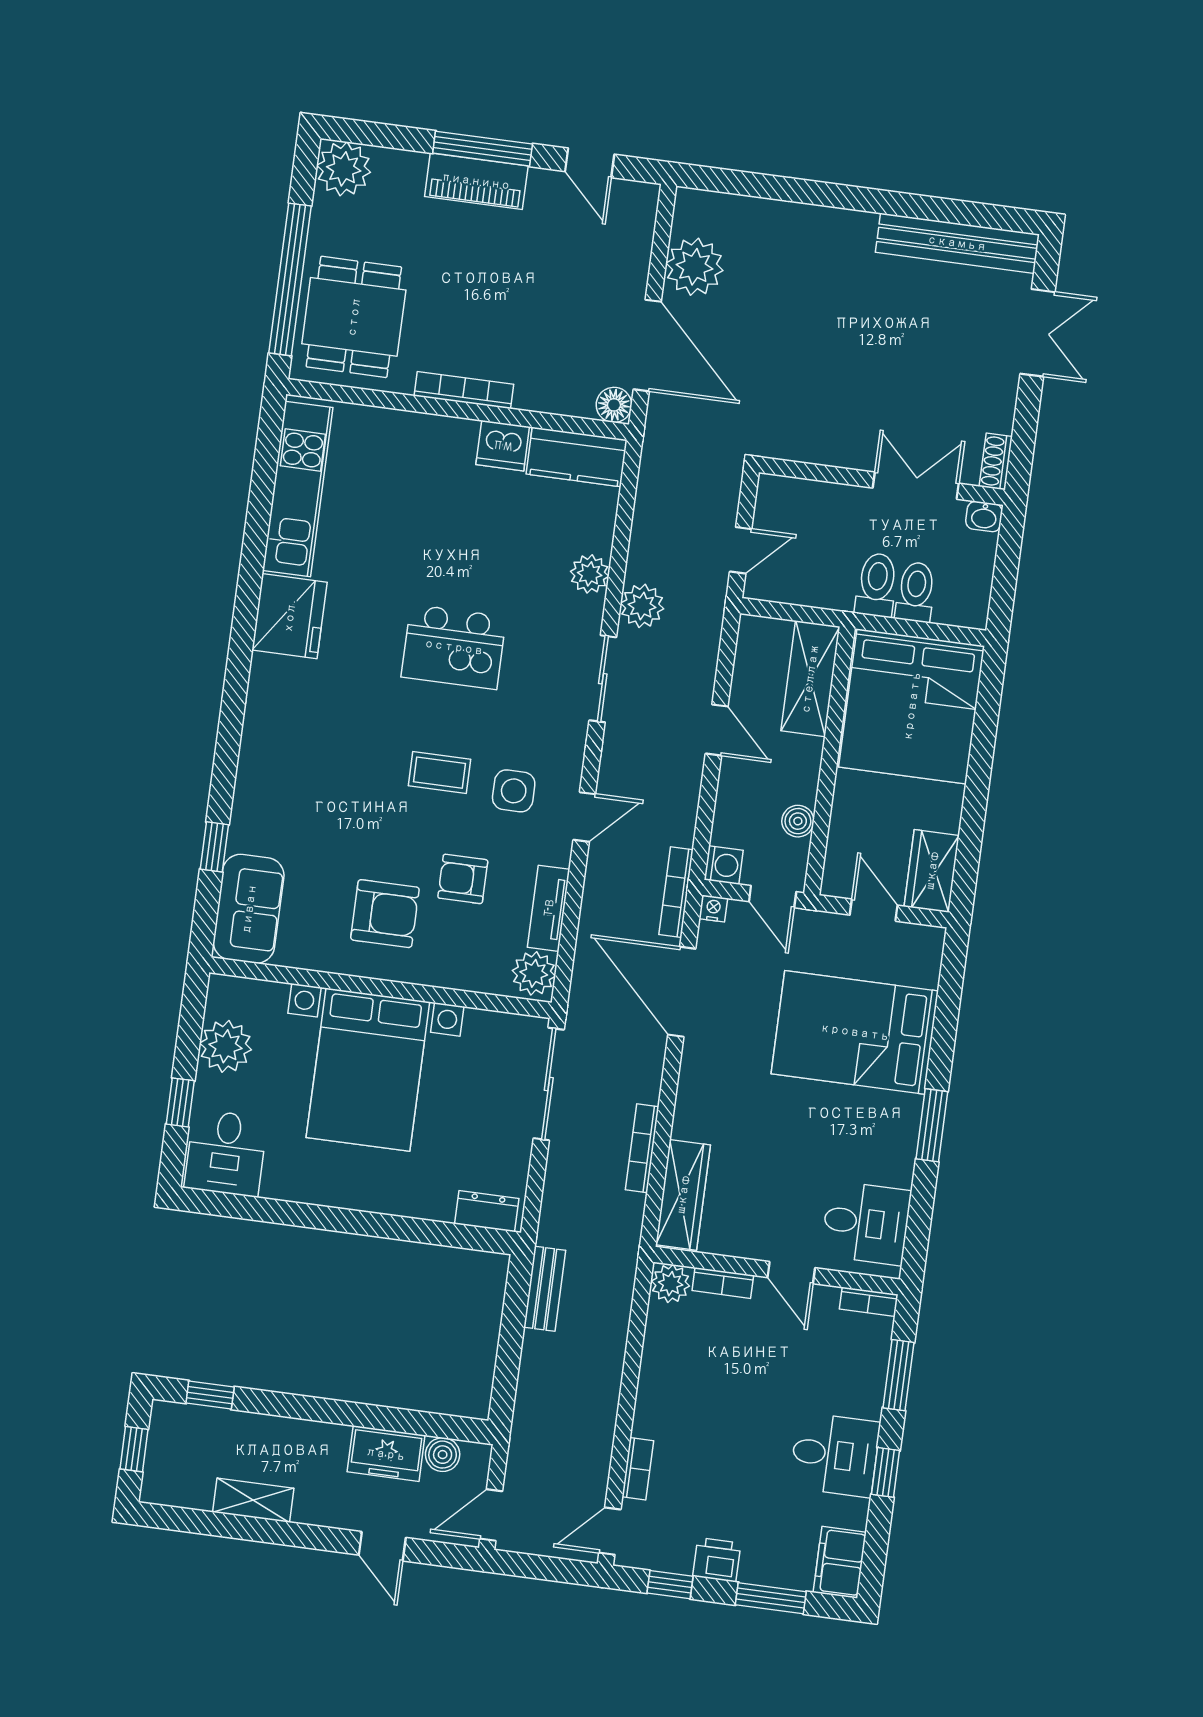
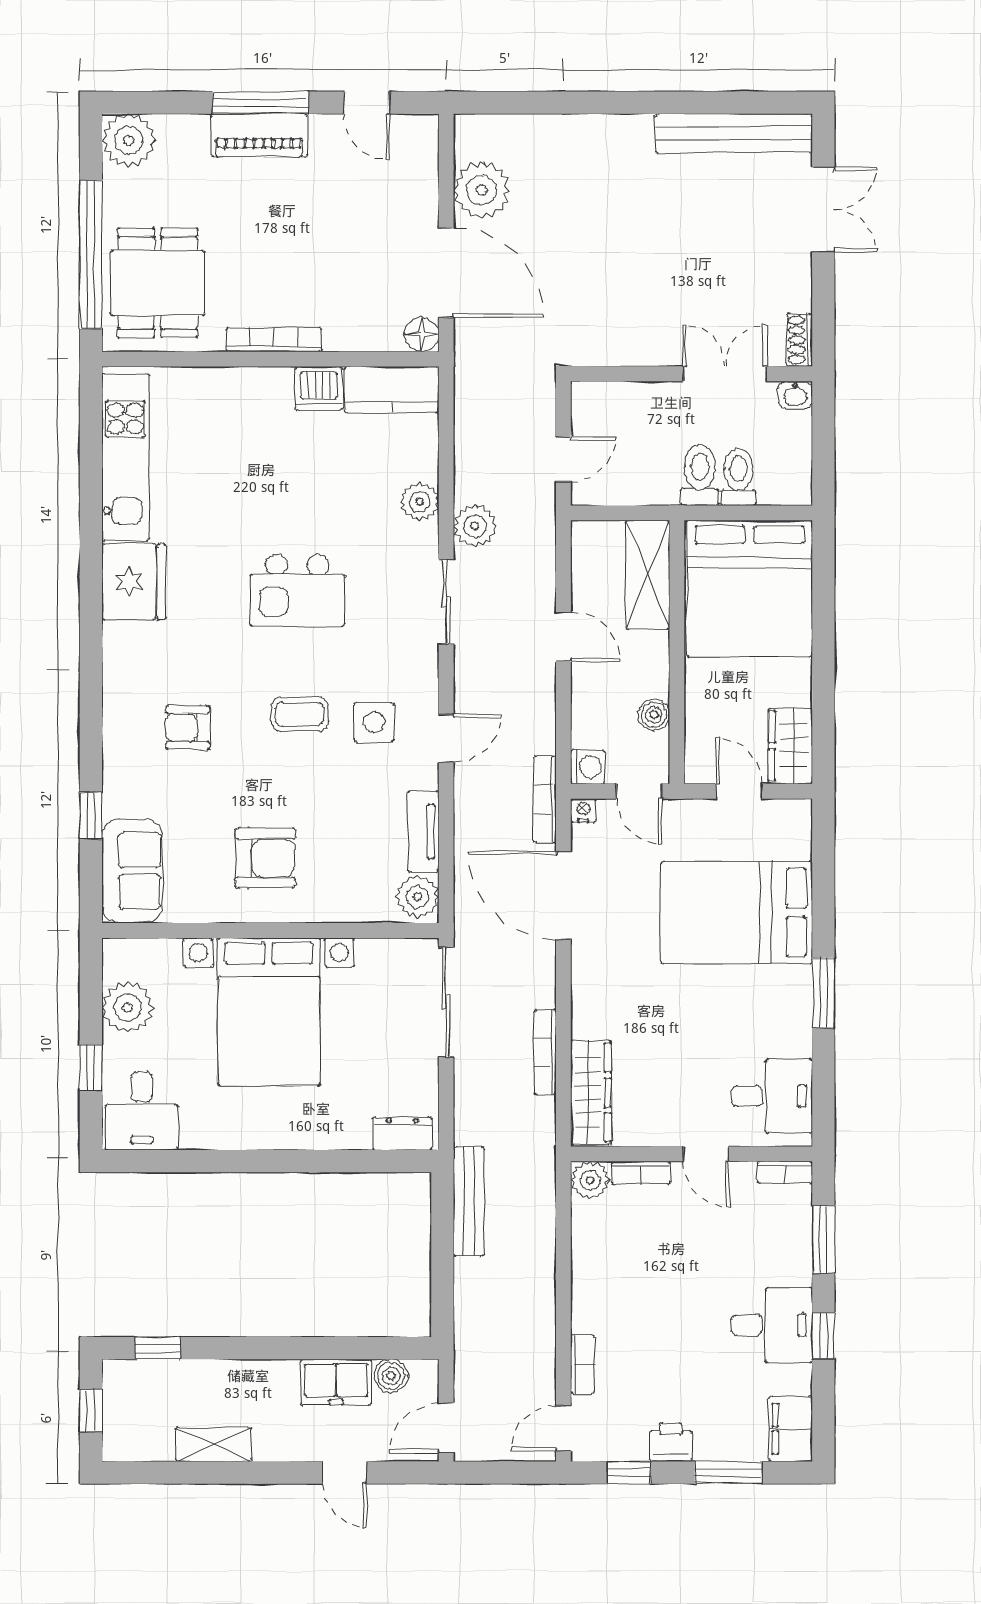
armchair: (463, 879) -> (188, 727), moved
bench: (545, 1289) -> (469, 1201), width x1.36

